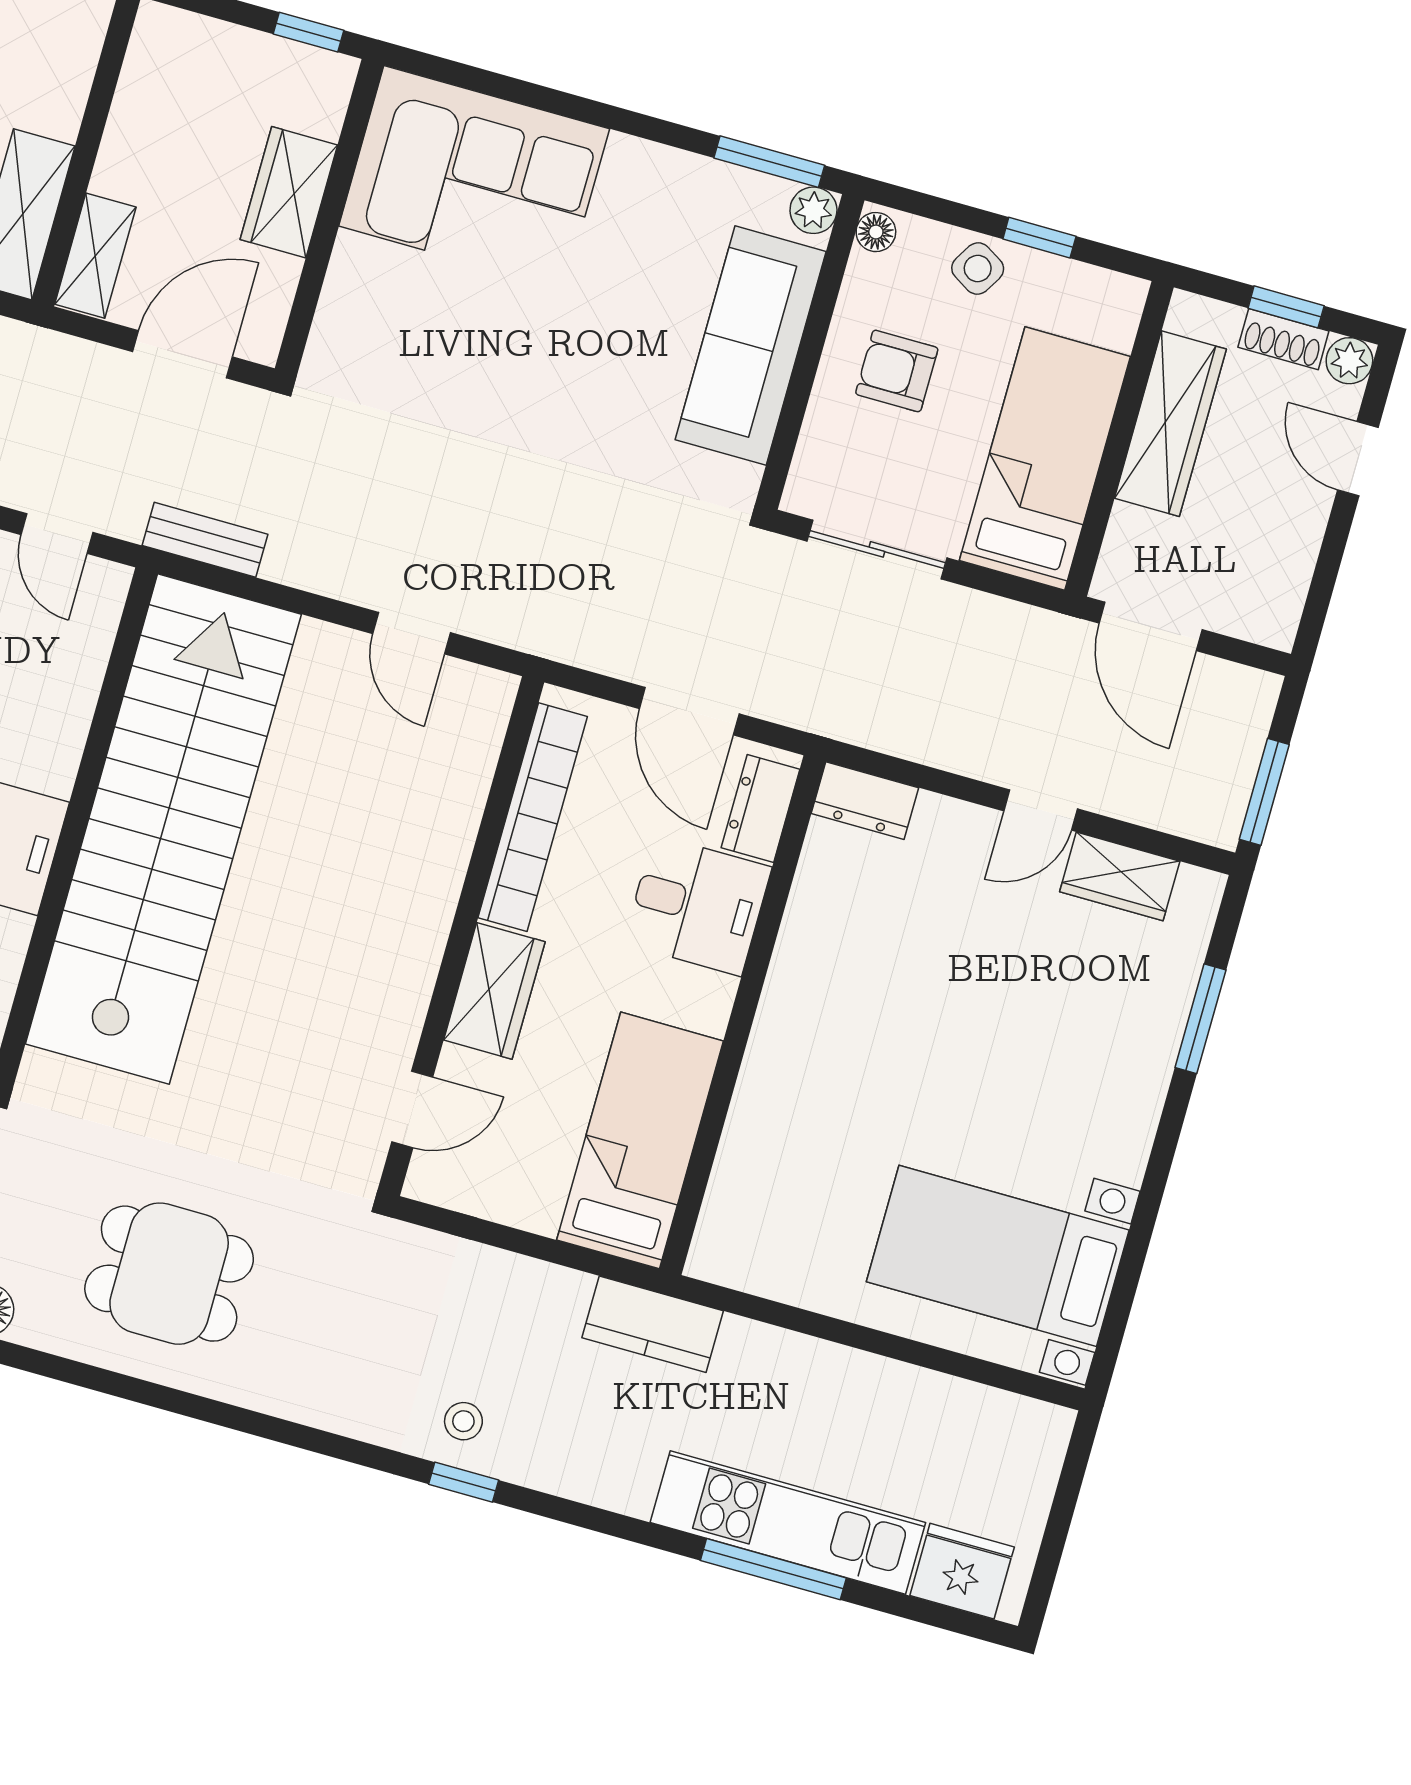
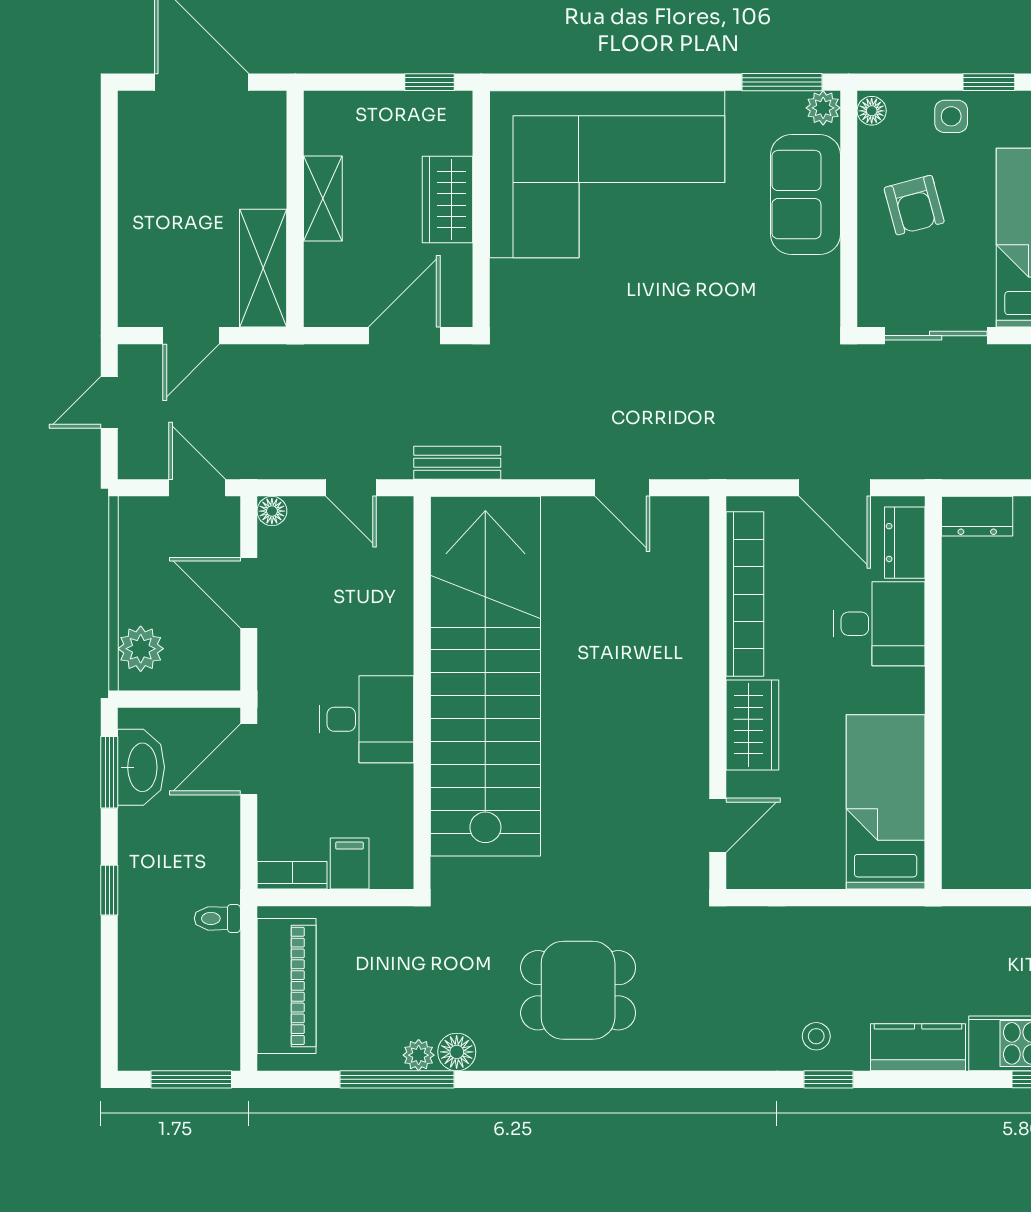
corner sofa: (474, 177) -> (607, 174), width x1.36, depth x1.36
shelving: (95, 256) -> (323, 199), moved
side table: (978, 269) -> (951, 116), turned -31
sofa: (751, 346) -> (805, 195), width x0.73
armchair: (897, 371) -> (914, 205), turned -105
kitchen counter: (653, 1324) -> (918, 1047), moved, turned 180

